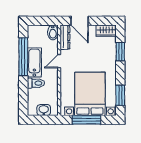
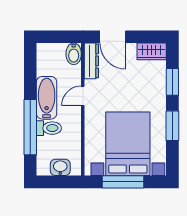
window: (23, 57) -> (30, 127), moved
window: (120, 95) -> (172, 126), moved

